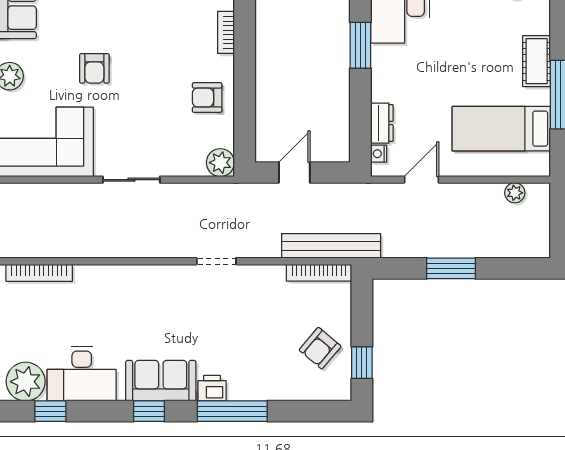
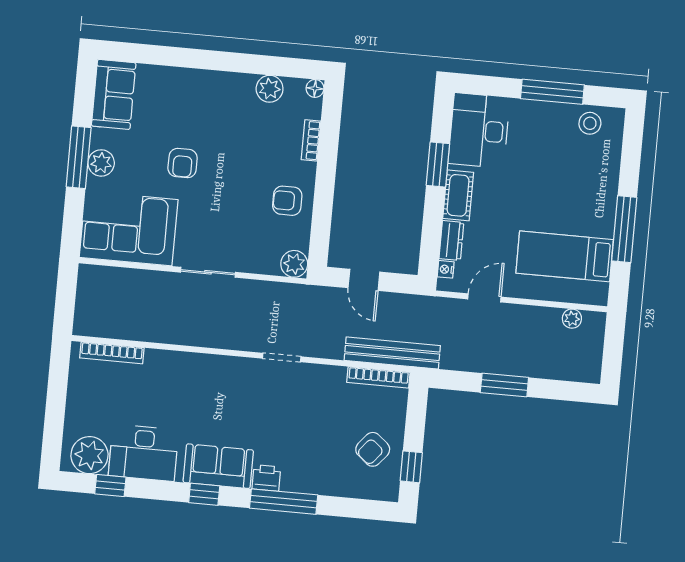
cot: (537, 61) -> (458, 195), moved
door: (294, 173) -> (364, 280), swing flipped

